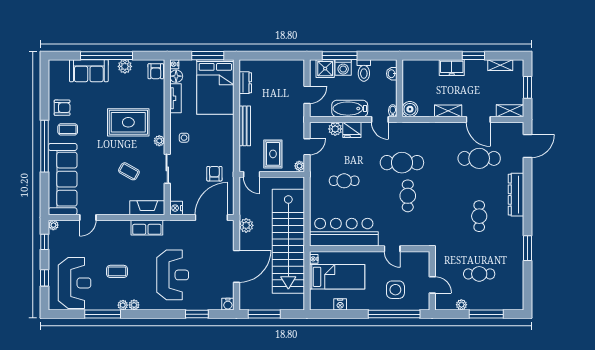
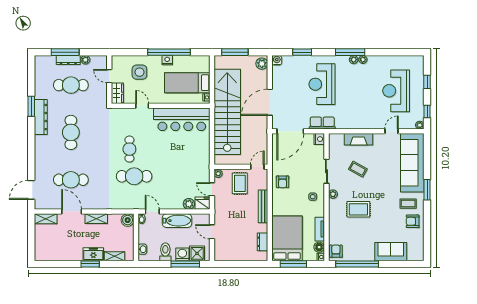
window: (107, 56) -> (357, 264), moved
window: (473, 56) -> (90, 264), moved
shelving: (500, 65) -> (115, 256), moved
plant: (125, 66) -> (361, 255), removed
window: (527, 87) -> (31, 238), removed
door: (307, 95) -> (212, 232), hinge flipped
rug: (128, 122) -> (358, 209), width x0.73, depth x0.70
fridge: (352, 130) -> (203, 203), moved
window: (45, 146) -> (427, 190), width x0.47
door: (307, 147) -> (212, 189), hinge flipped
armchair: (214, 174) -> (283, 182), moved
door: (252, 174) -> (257, 167), hinge flipped
cafe table: (344, 181) -> (182, 161), removed
dresser: (516, 195) -> (41, 117), moved
fireplace: (147, 208) -> (359, 139), moved
cafe table: (479, 216) -> (71, 132), width x1.37, depth x1.35
plant: (246, 225) -> (262, 64), moved
row of seats: (147, 228) -> (322, 123), moved
wardrobe: (422, 264) -> (117, 93), added
door: (236, 266) -> (270, 102), moved
coffee table: (117, 271) -> (368, 87), removed
cafe table: (479, 274) -> (71, 85), width x1.37, depth x1.35
reception desk: (75, 283) -> (396, 91), moved
nightstand: (340, 304) -> (167, 60), moved
dresser: (482, 304) -> (68, 60), added
window: (103, 314) -> (350, 52), moved
window: (264, 314) -> (235, 52), moved
window: (394, 314) -> (169, 52), moved

